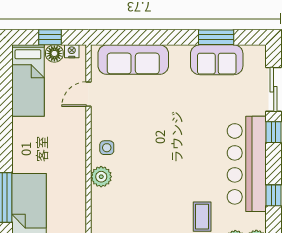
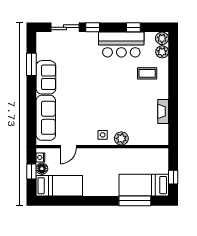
sofa: (217, 60) -> (46, 77), moved
door: (89, 94) -> (68, 147), hinge flipped
bar counter: (247, 164) -> (121, 45), width x0.73

